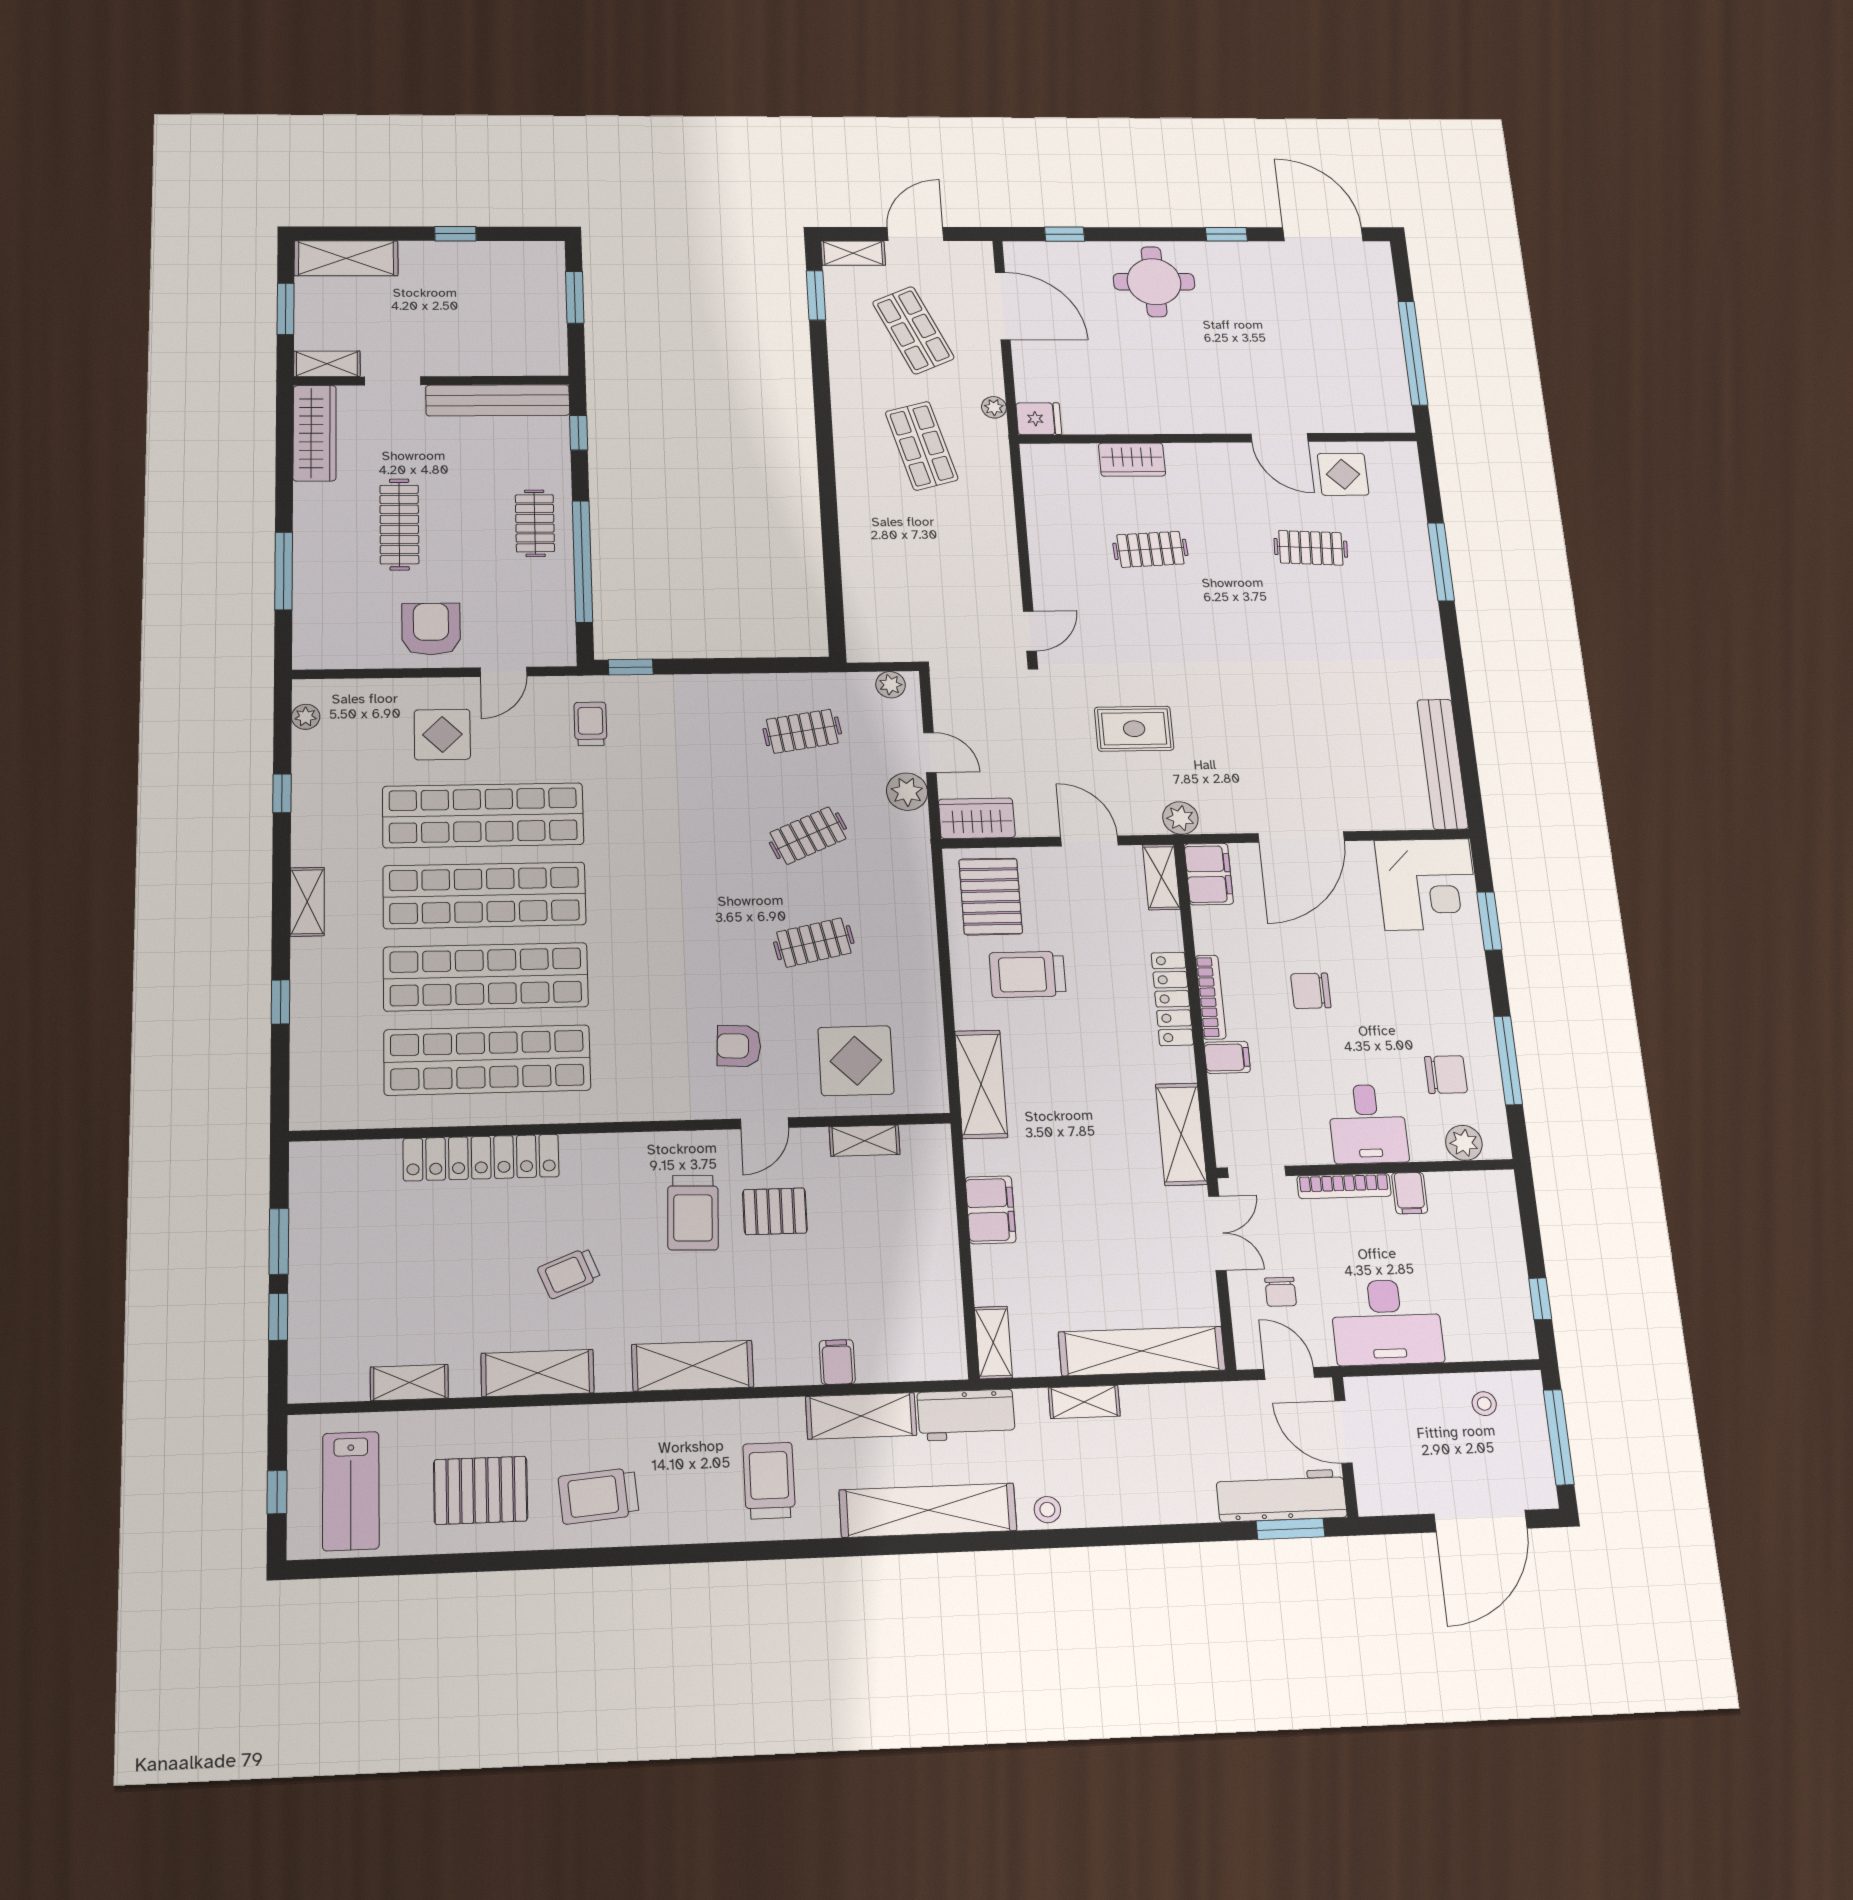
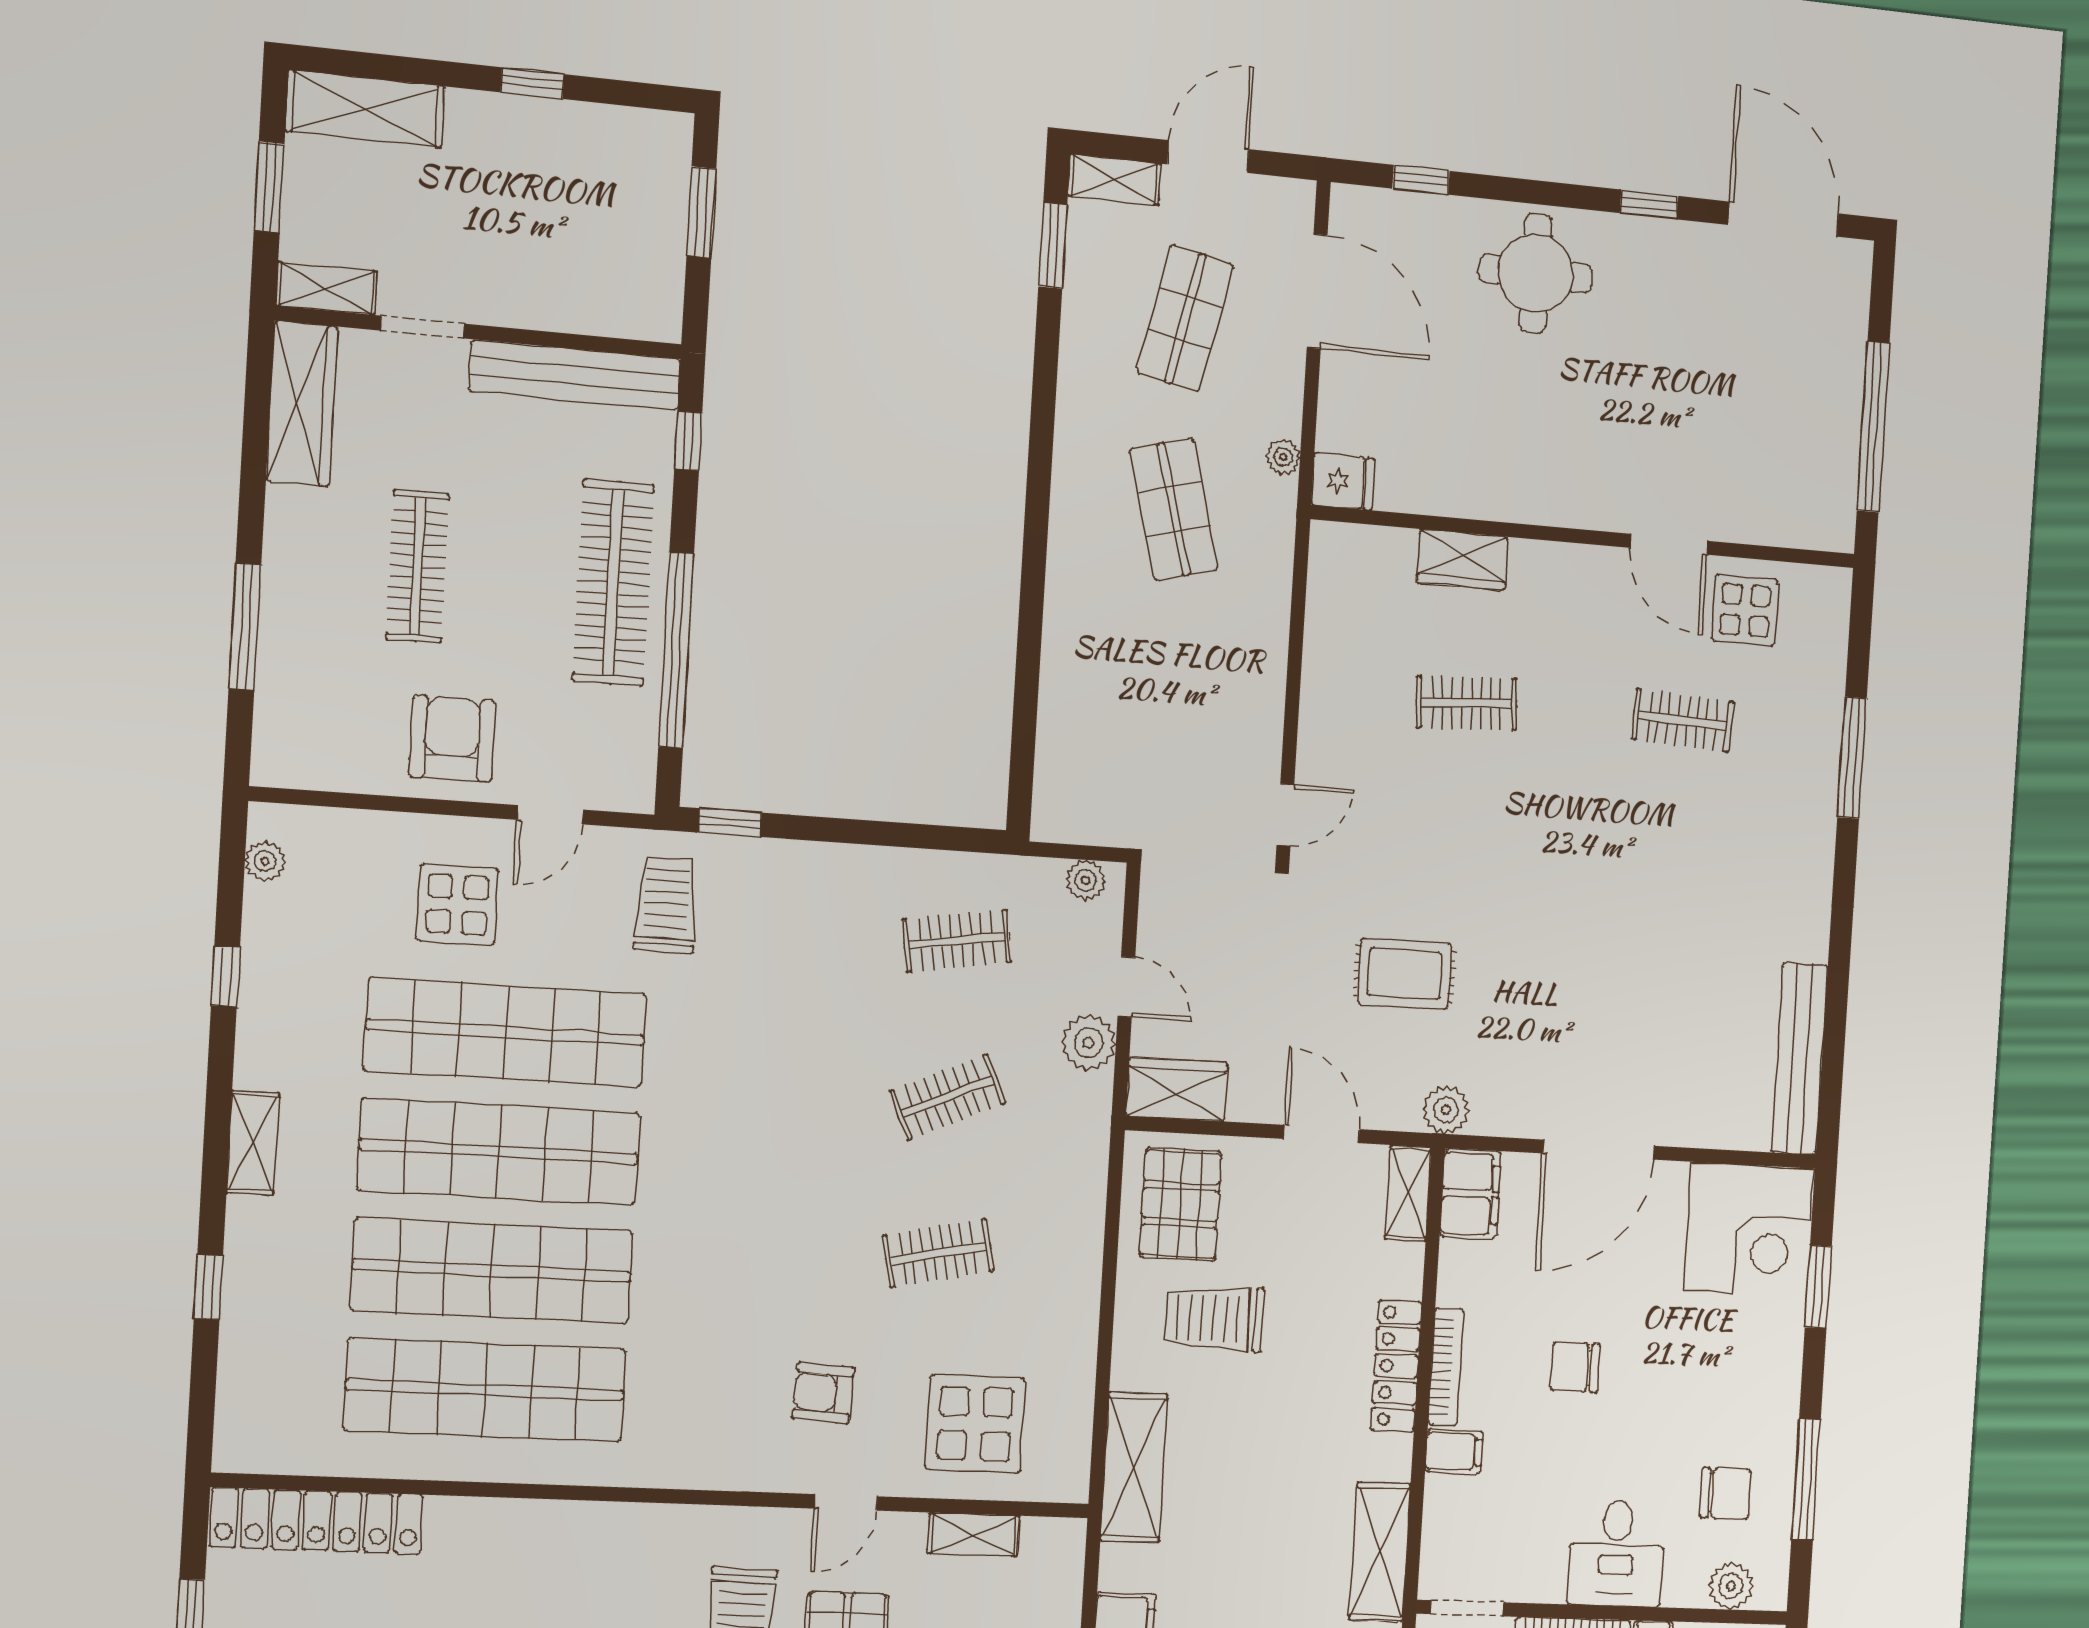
shop shelf: (913, 330) -> (1185, 319), turned 36
clothes rail: (535, 523) -> (613, 583), width x1.86, depth x1.31
trolley: (590, 724) -> (666, 905), width x1.36, depth x1.39
locker: (481, 1158) -> (317, 1521), moved

